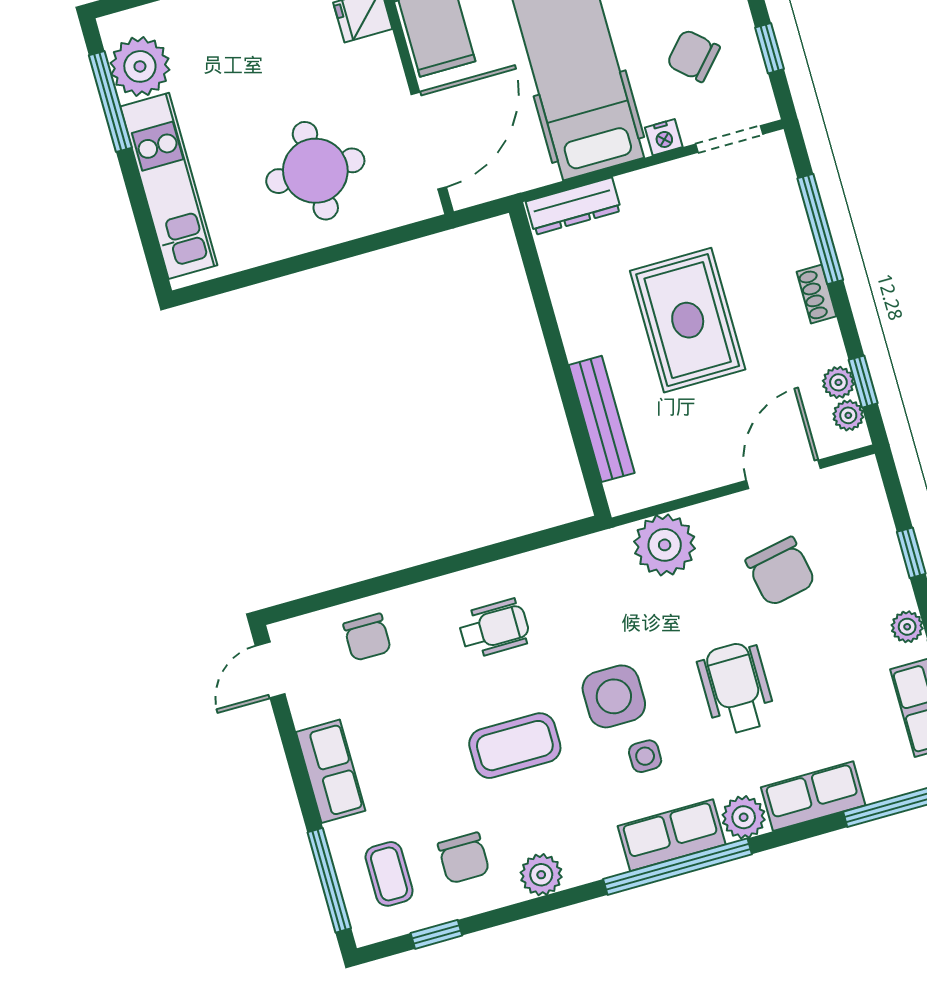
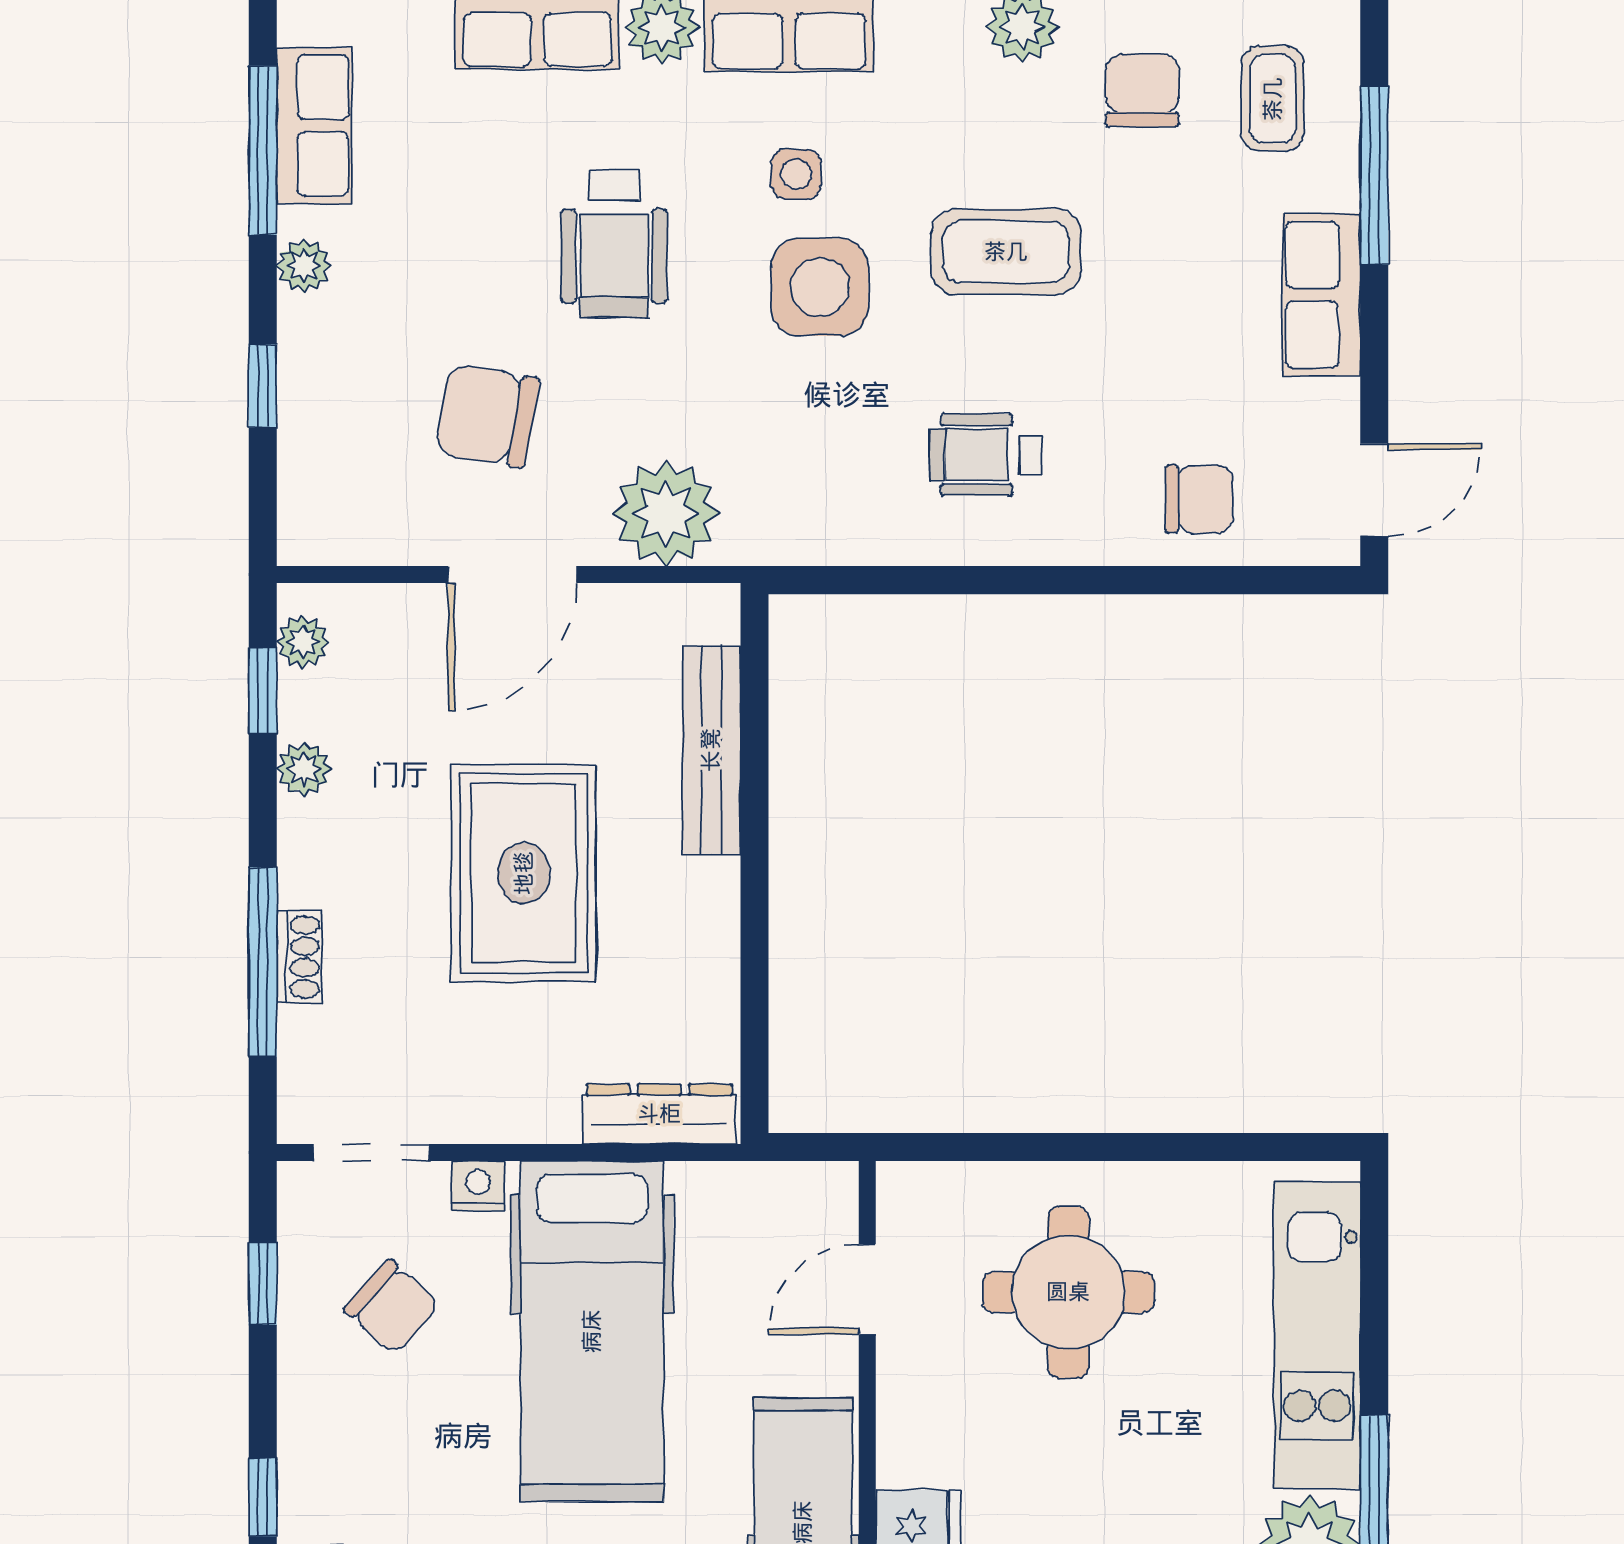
door: (429, 141) -> (867, 1289), width x0.53
shoe rack: (816, 294) -> (299, 957), moved
plant: (838, 382) -> (304, 769), moved
door: (783, 474) -> (512, 575), moved
chair: (781, 572) -> (487, 416), turned -69
chair: (367, 637) -> (1199, 499), turned 90
window: (329, 880) -> (1374, 175), moved

